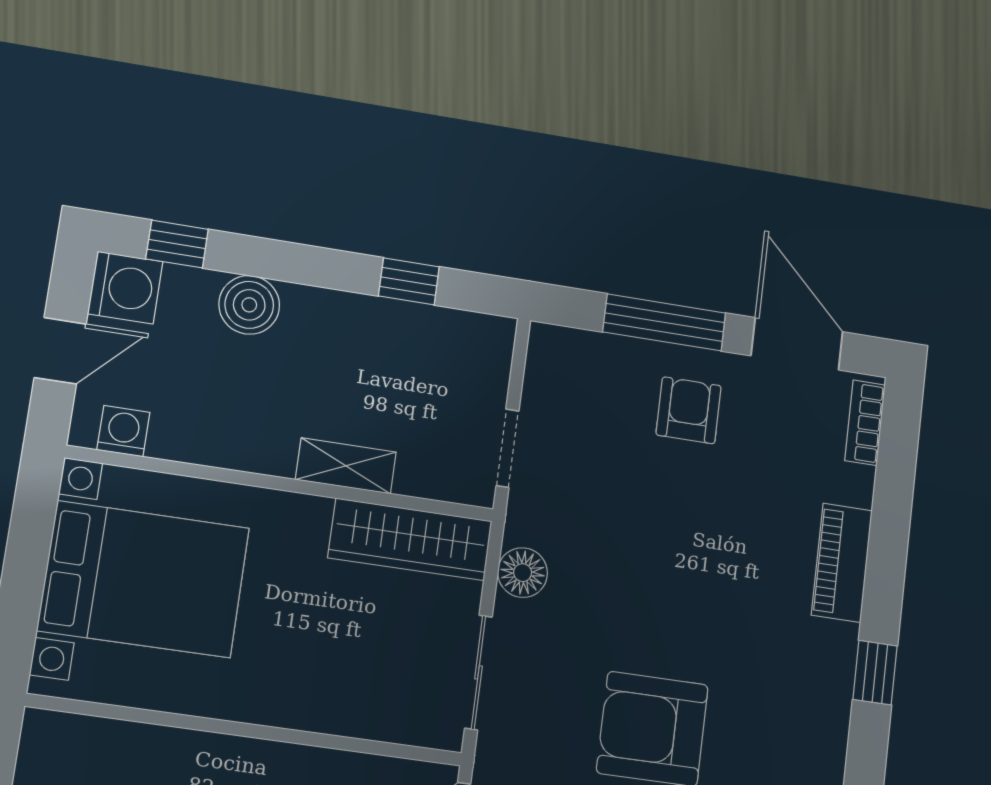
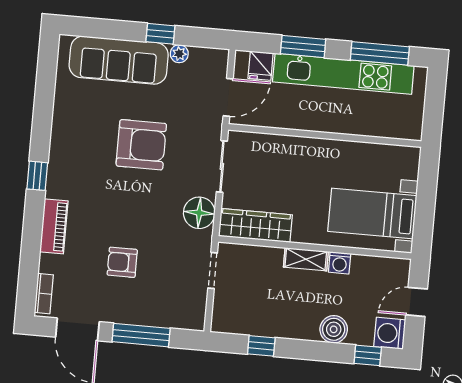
armchair: (689, 410) -> (122, 262), moved, turned 90
washing machine: (123, 431) -> (340, 263), moved
shelving: (346, 466) -> (306, 259), moved
floor lamp: (523, 573) -> (199, 213), width x1.38, depth x1.38
bed with nightstands: (144, 579) -> (372, 213), width x0.73

